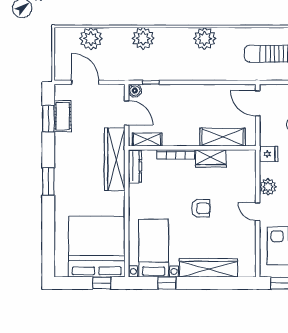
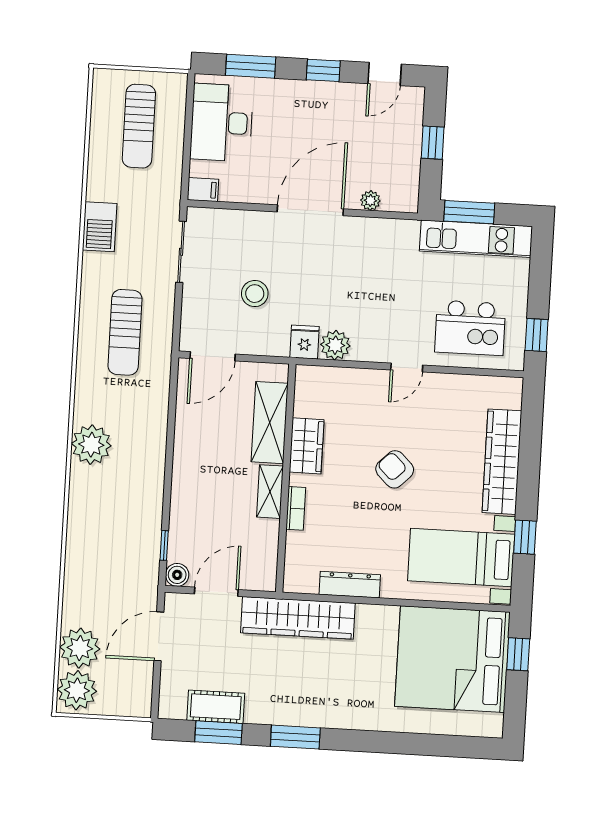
plant: (143, 38) -> (77, 690), moved
door: (85, 82) -> (159, 636), moved
shelving: (147, 140) -> (270, 492), moved
bookcase: (176, 154) -> (296, 508), width x0.64
dresser: (135, 166) -> (350, 585), moved
window: (48, 182) -> (295, 737), moved
plant: (268, 187) -> (335, 345), moved
armchair: (201, 208) -> (395, 469), turned -45

